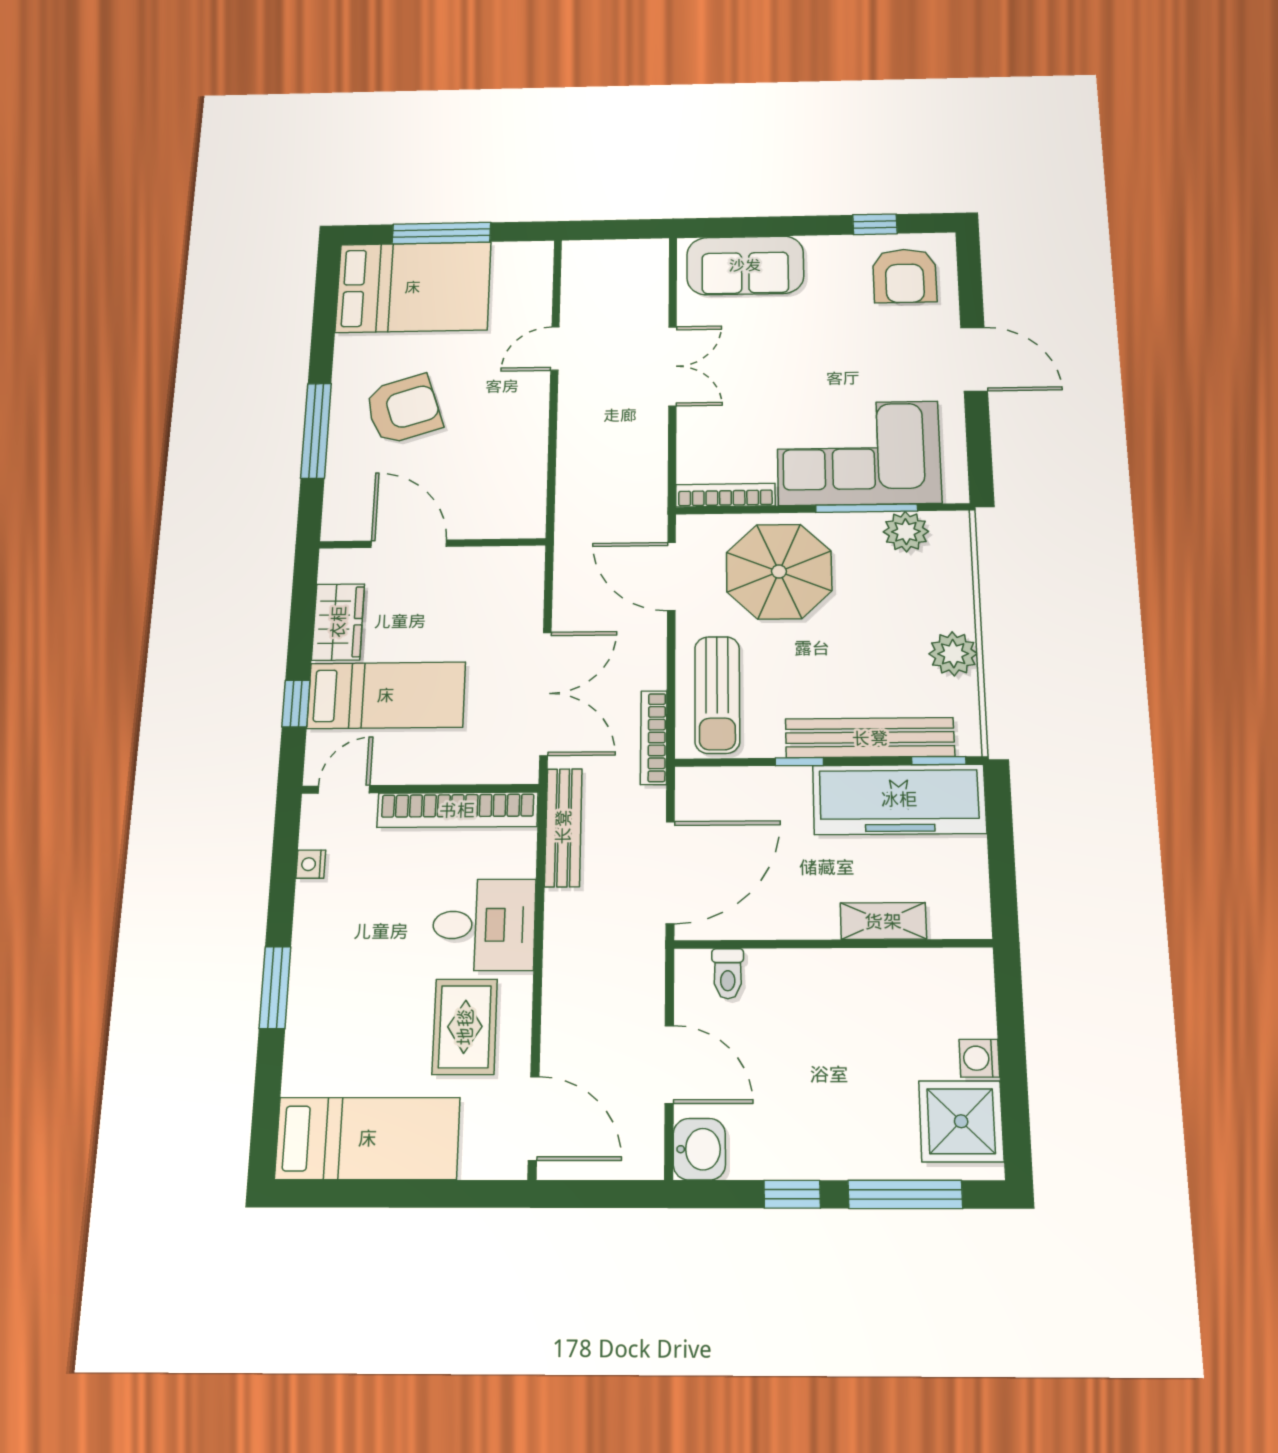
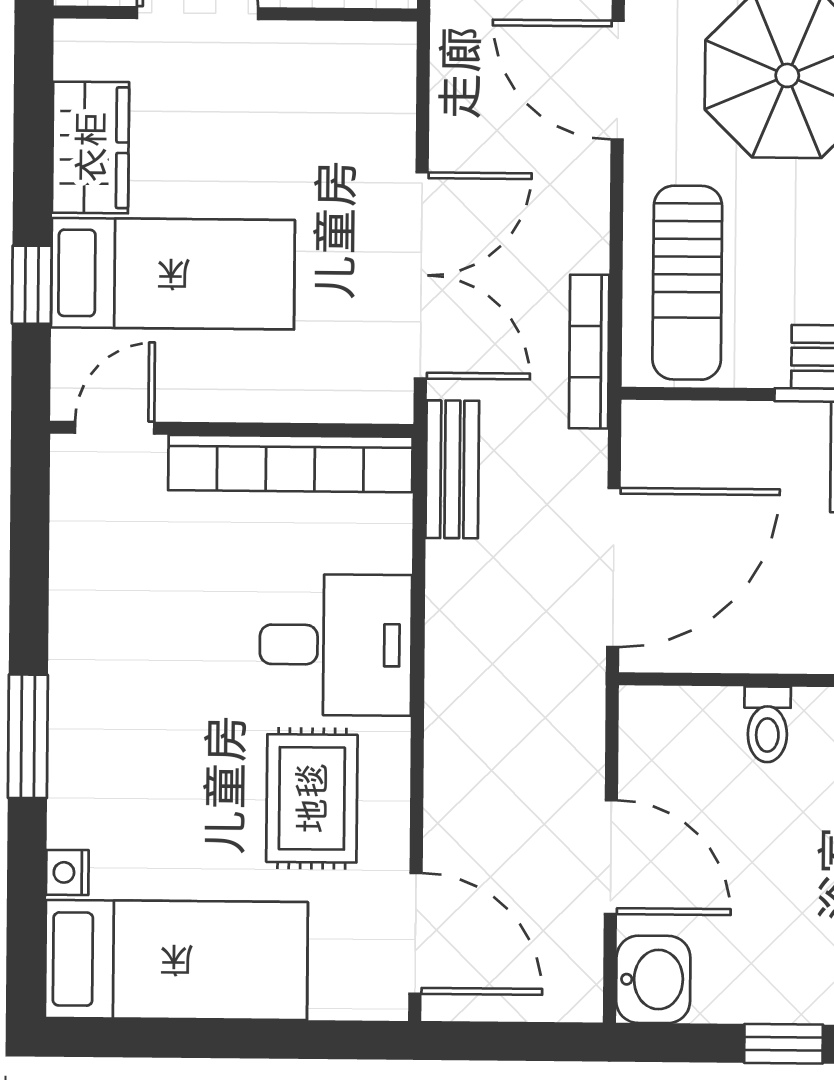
bench: (563, 827) -> (452, 469), width x0.73
nightstand: (311, 864) -> (67, 872), moved
toilet: (728, 974) -> (767, 724), moved

